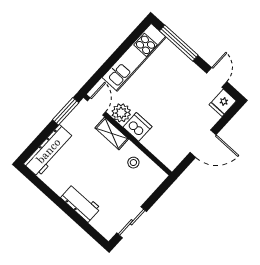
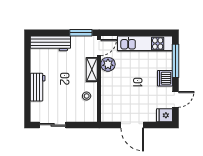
dishwasher: (137, 127) -> (165, 78), moved, turned 180

